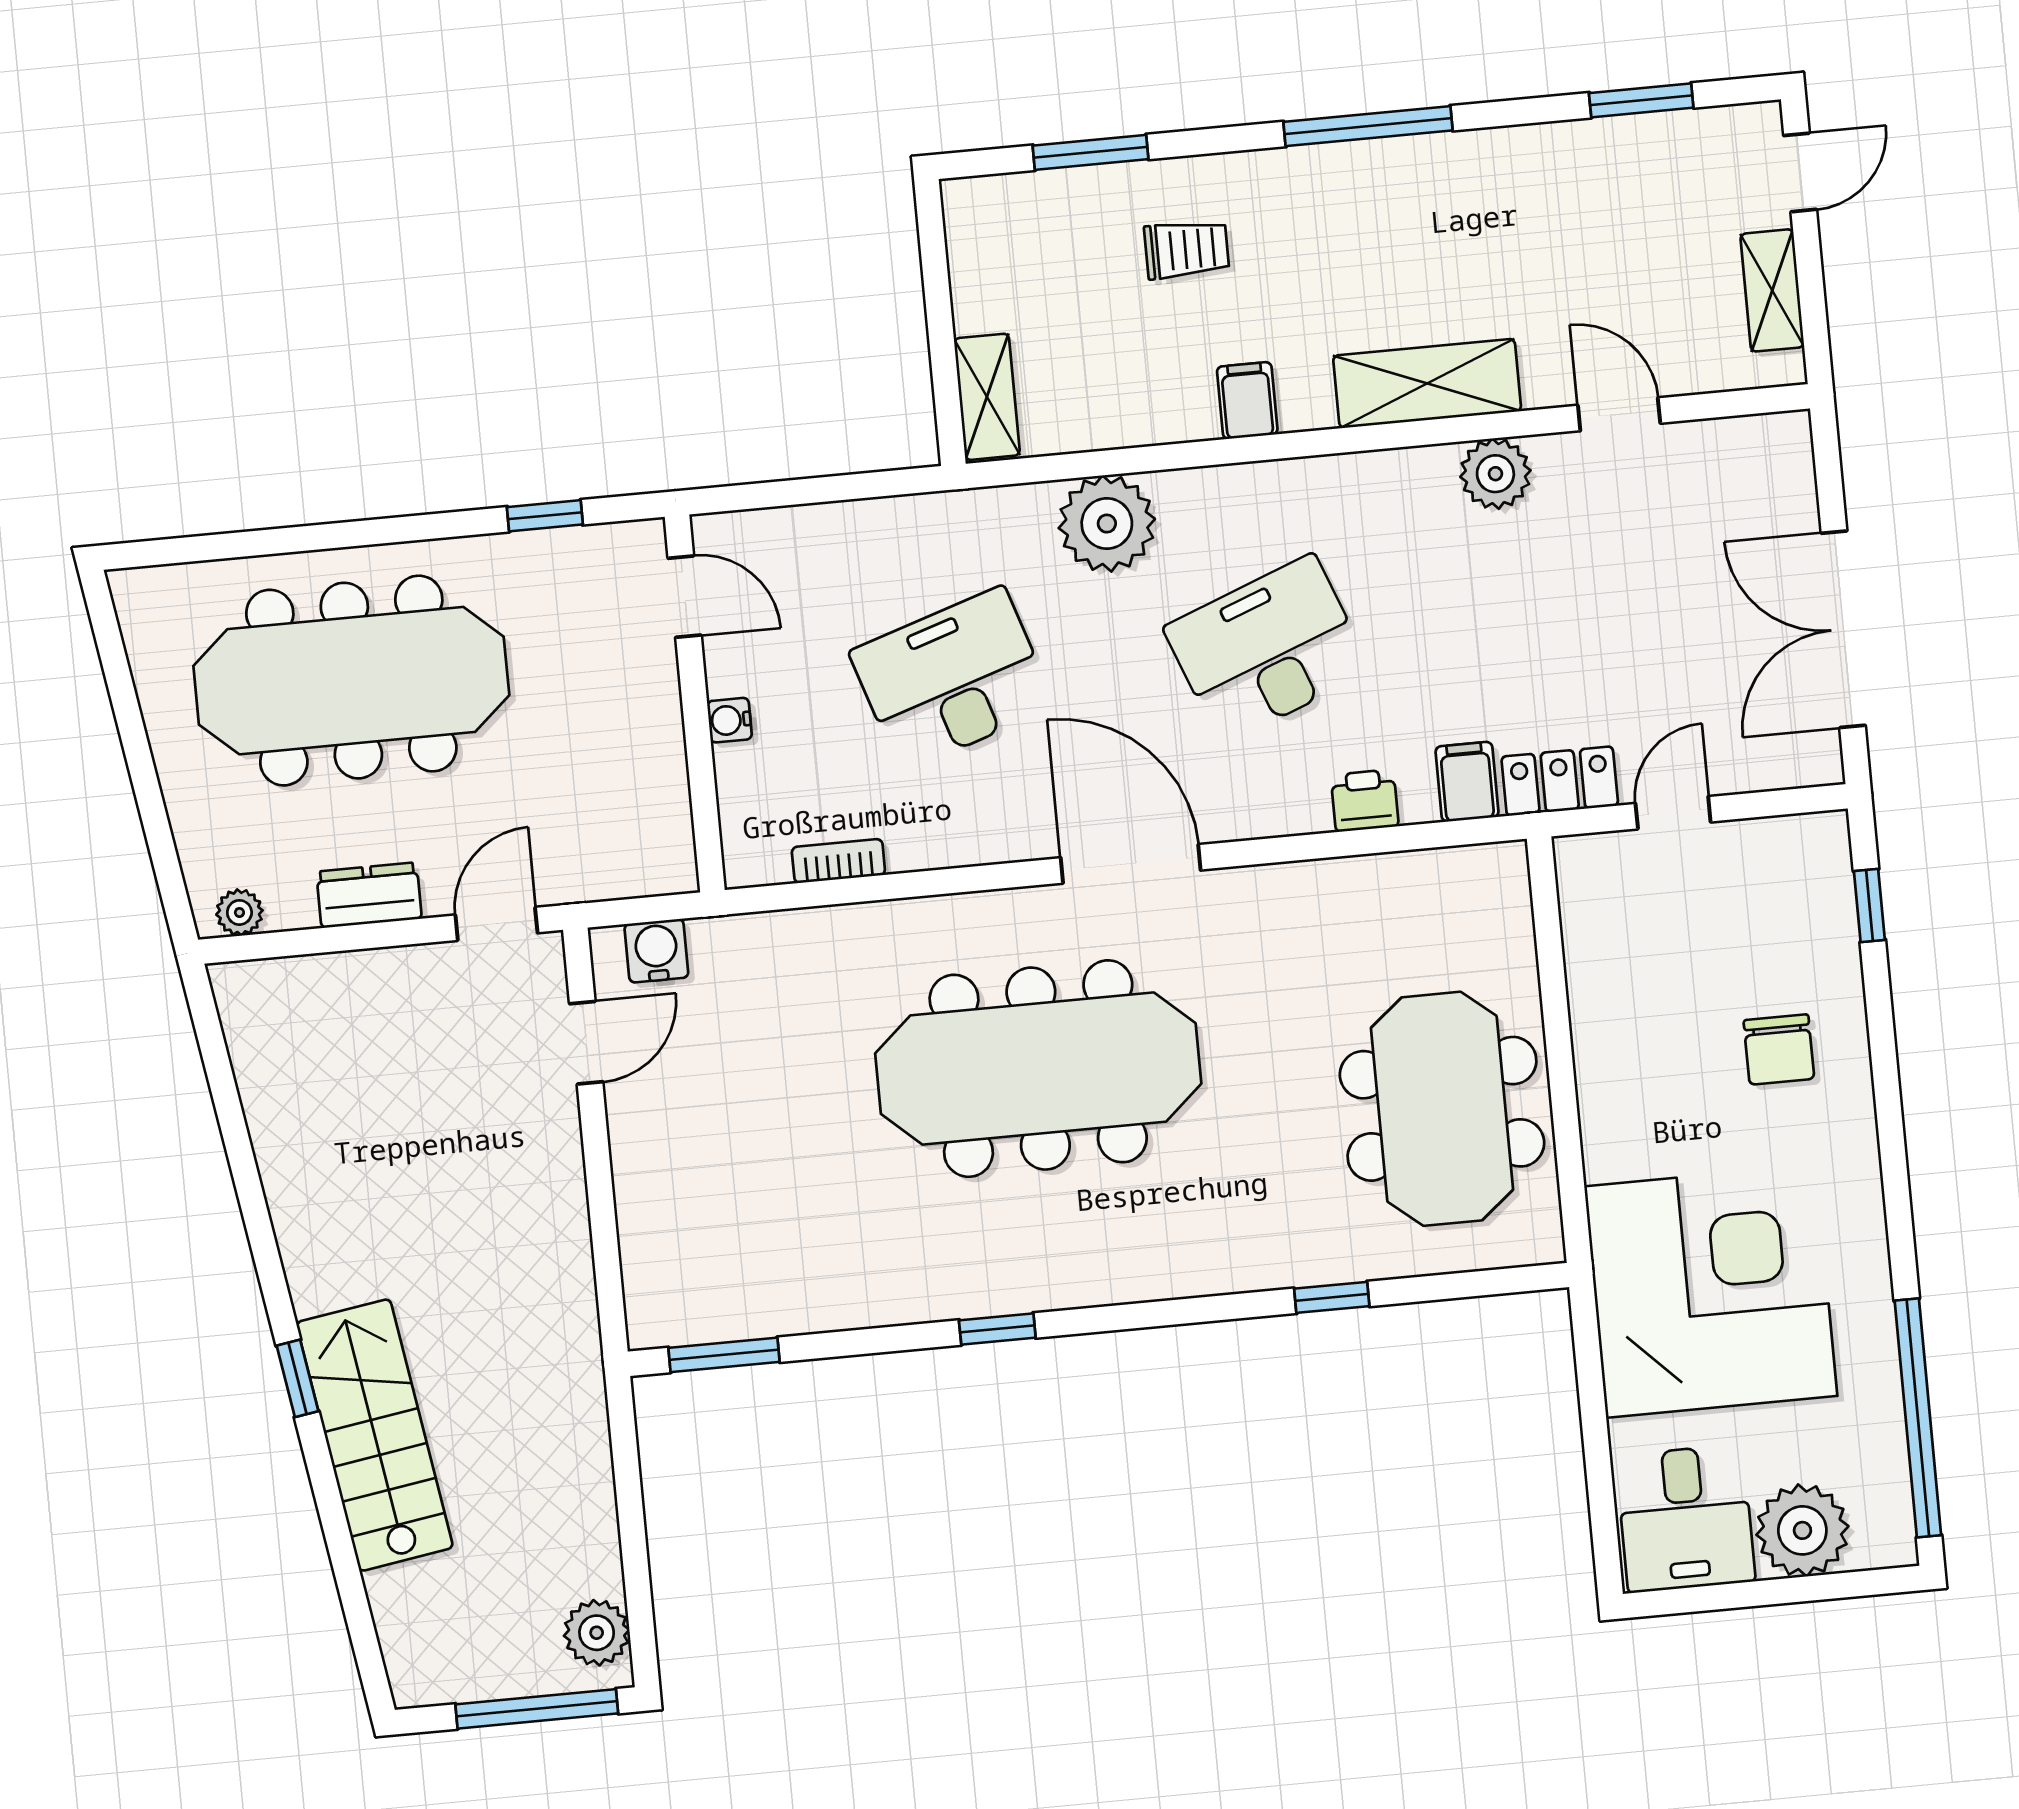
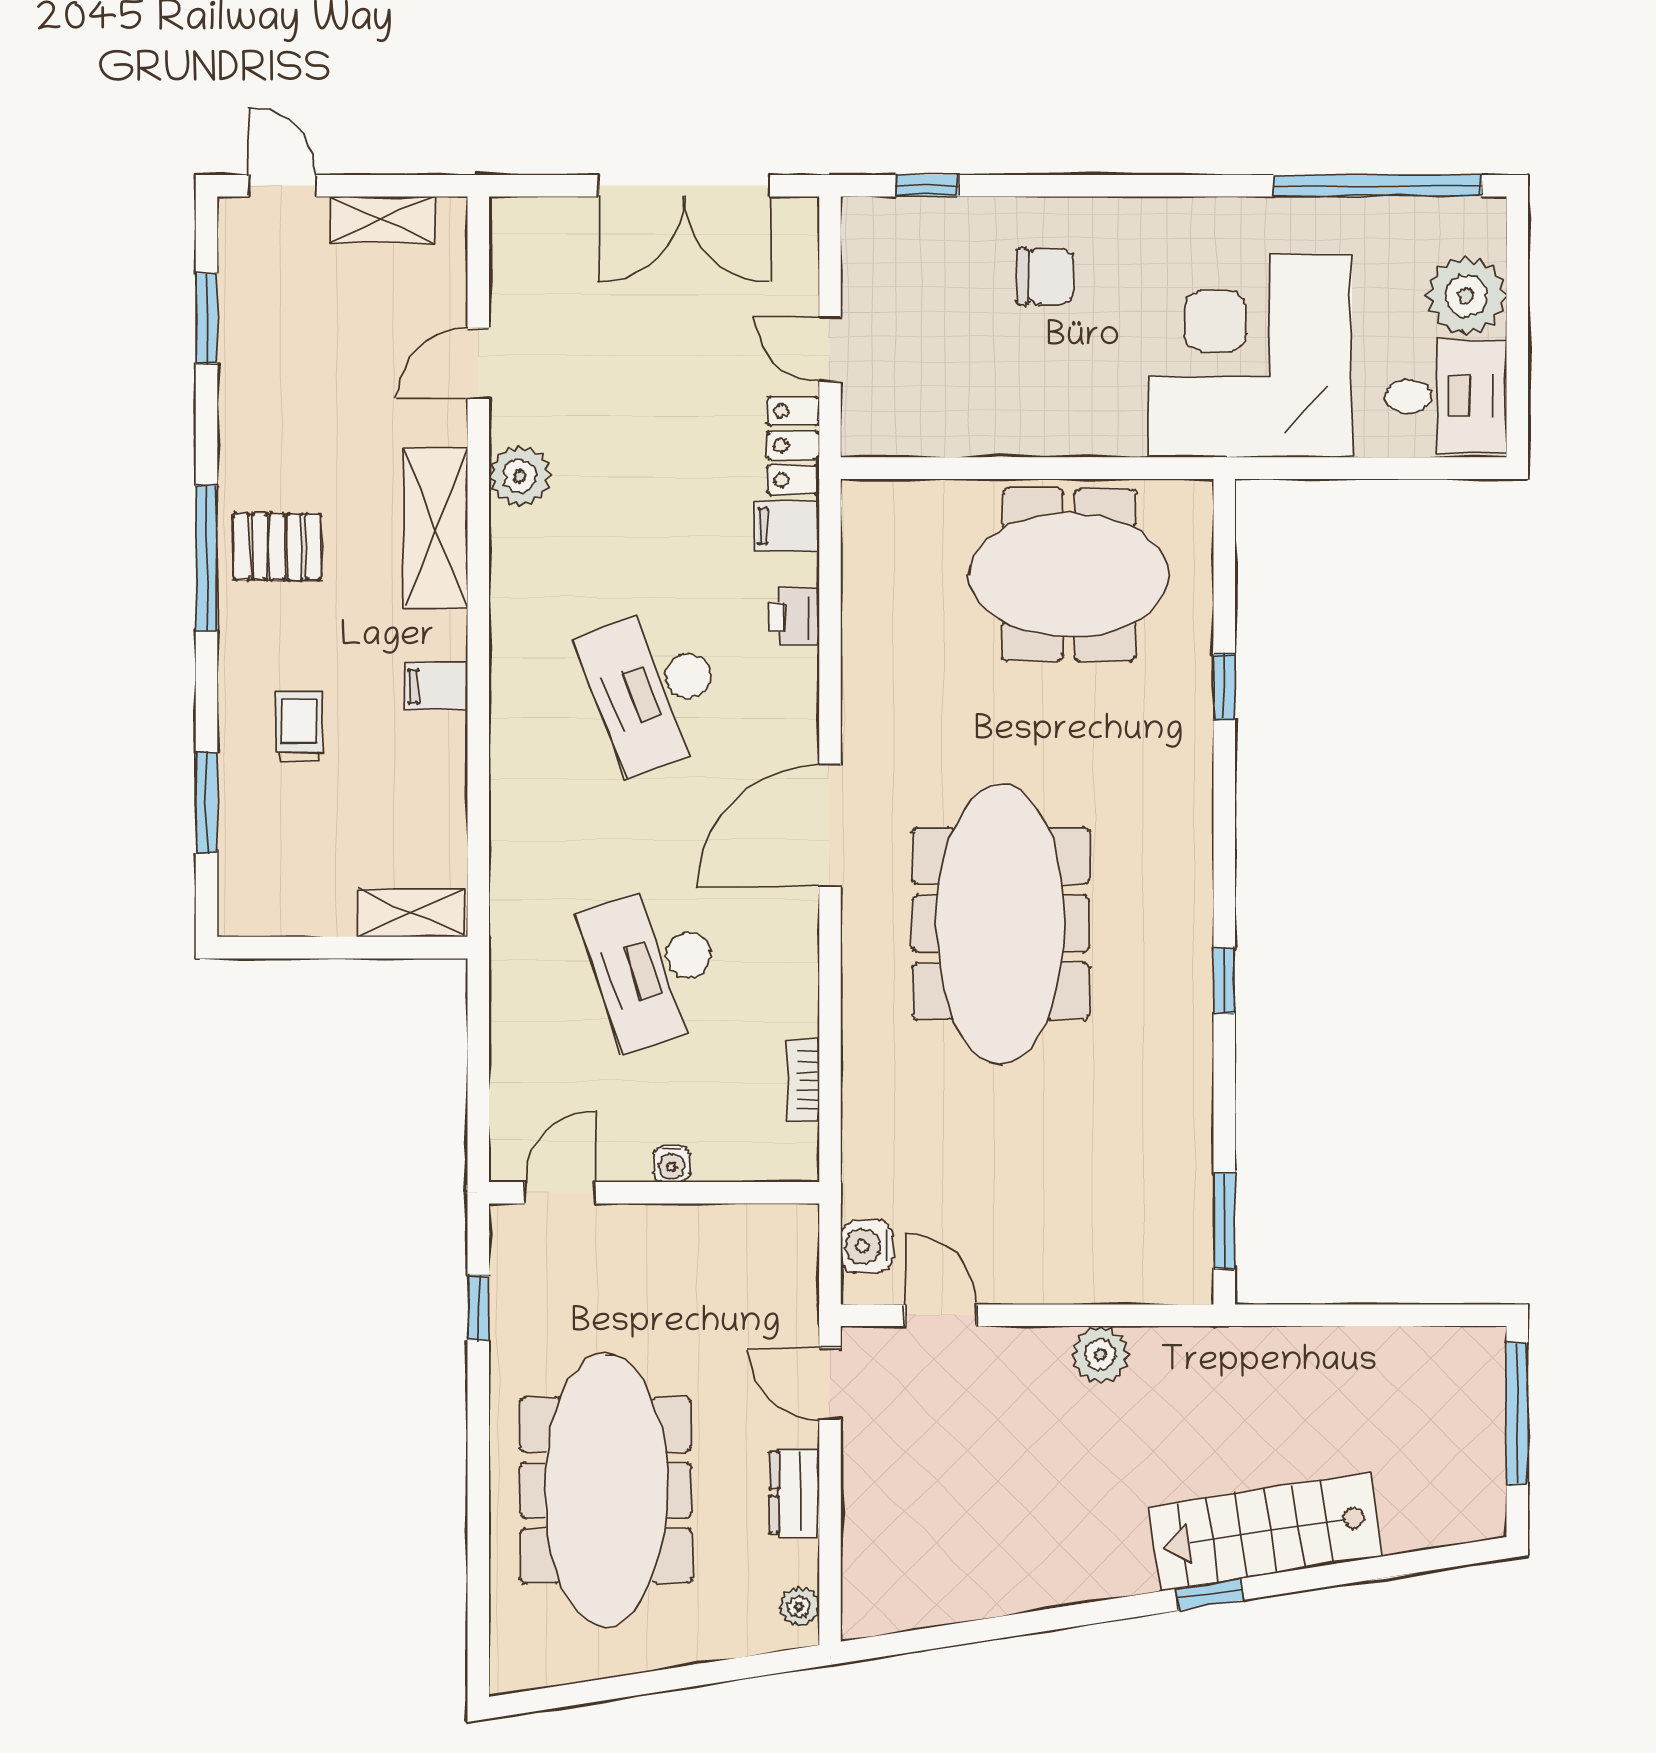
pallet: (1389, 205) -> (277, 547), added
plant: (1107, 524) -> (531, 819), removed
plant: (597, 1633) -> (1100, 1355), moved

